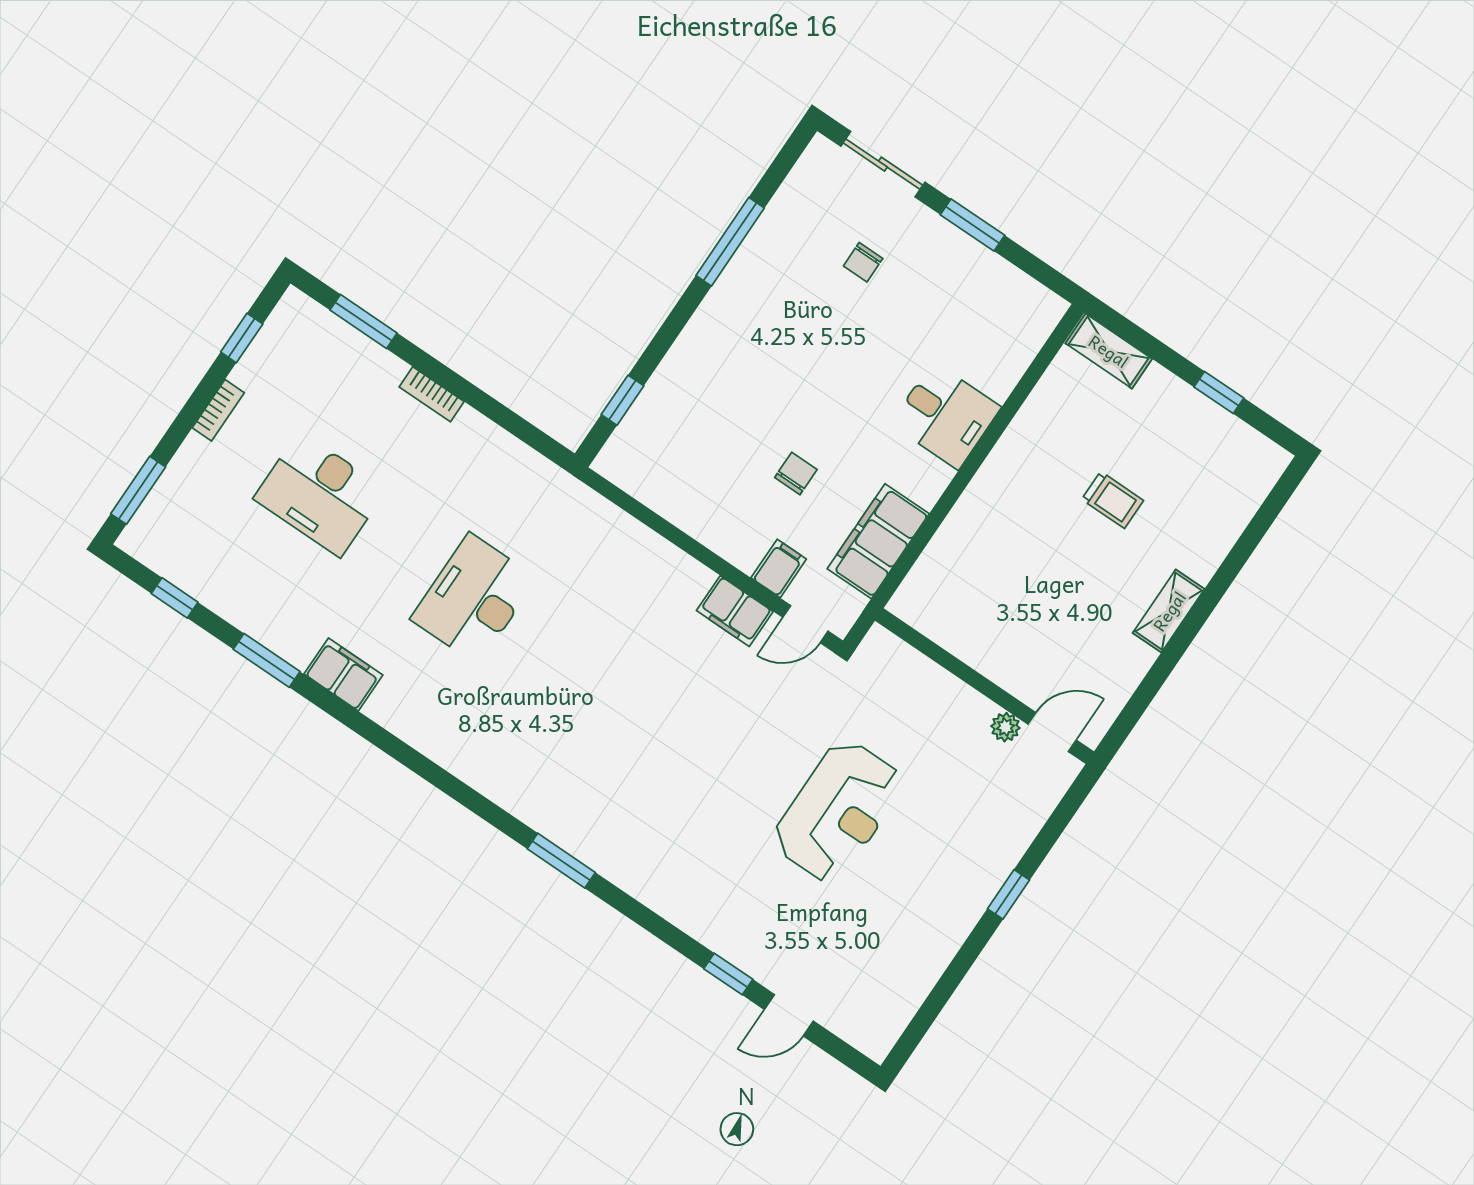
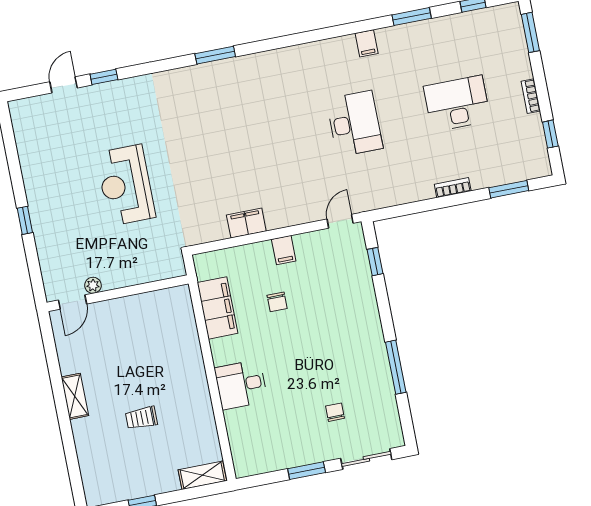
filing cabinet: (779, 568) -> (284, 250), moved
door: (805, 624) -> (340, 221), moved
filing cabinet: (343, 675) -> (367, 43), width x0.50

